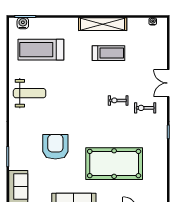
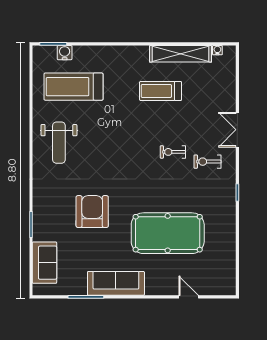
water cooler: (23, 23) -> (65, 53), moved
shelving: (103, 24) -> (181, 54), moved
treadmill: (108, 53) -> (160, 91), turned 180
weight bench: (30, 93) -> (59, 143), turned 90

